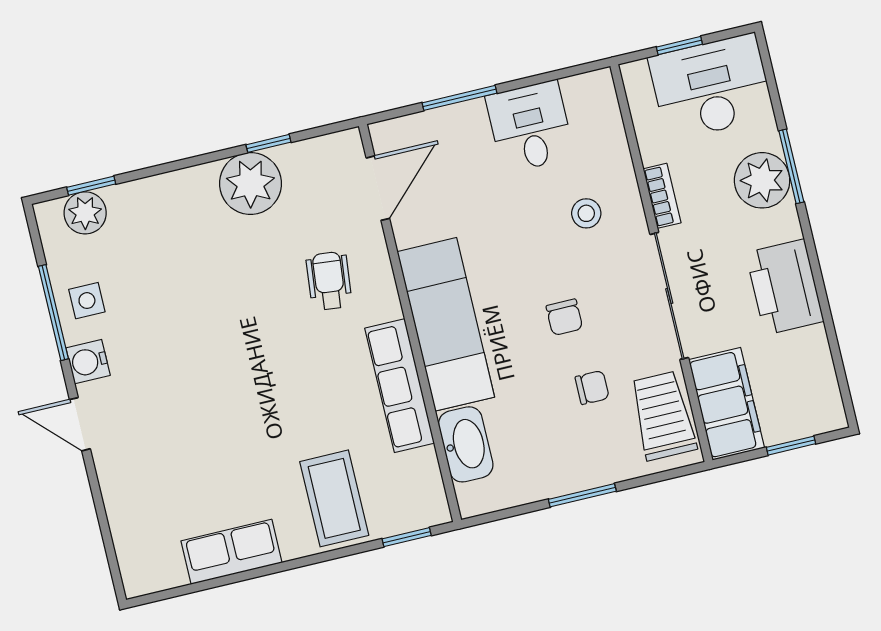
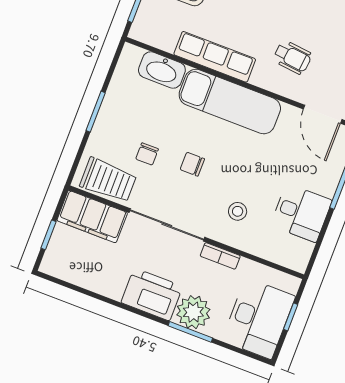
printer: (785, 287) -> (152, 294), moved

